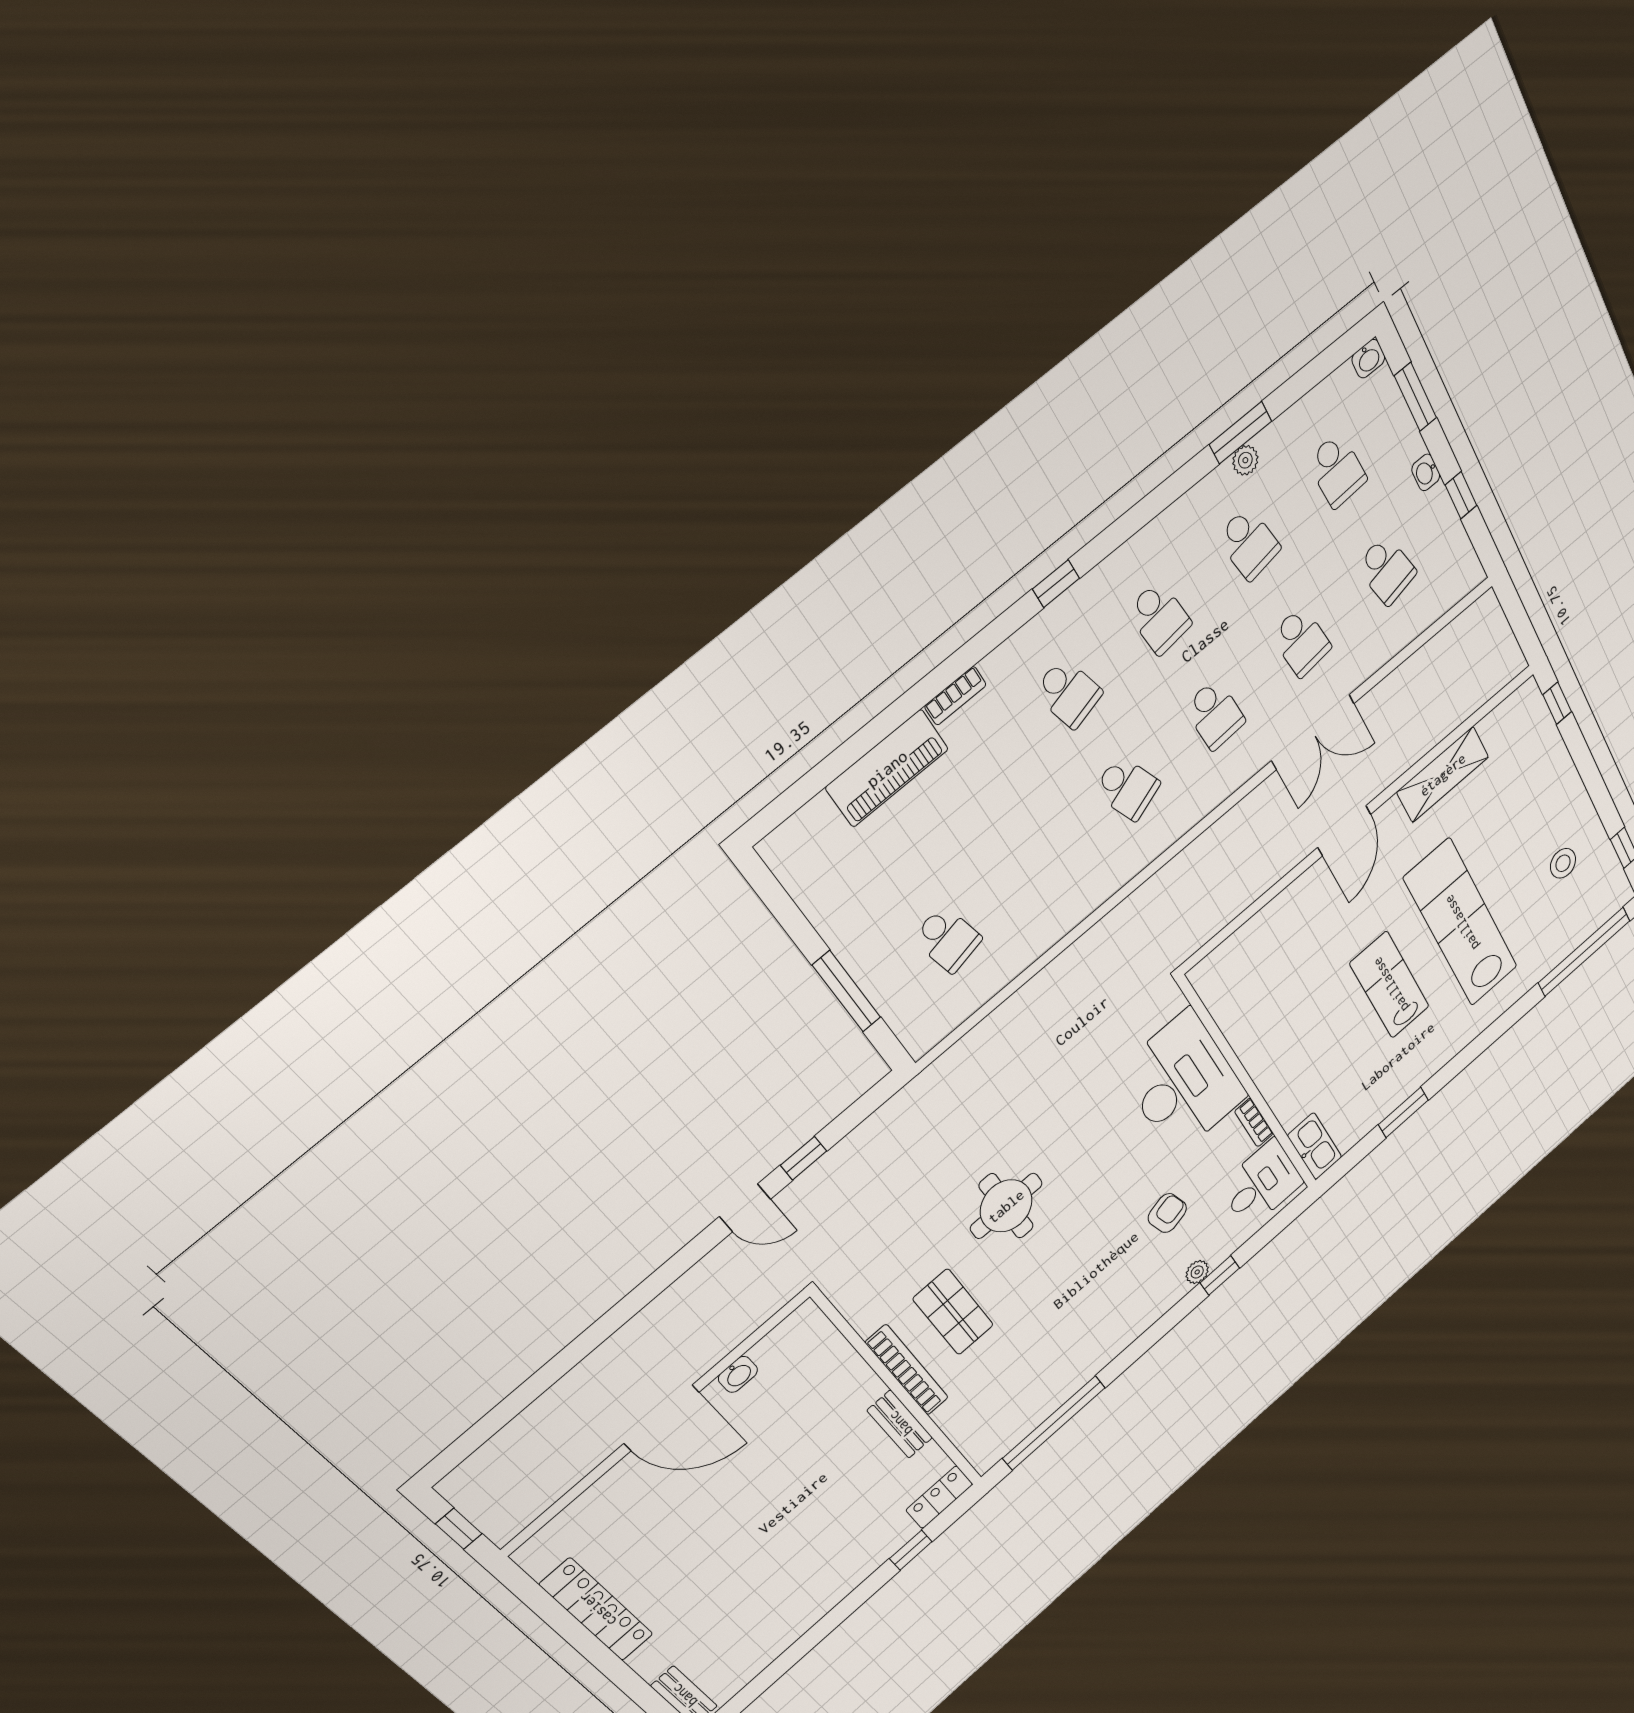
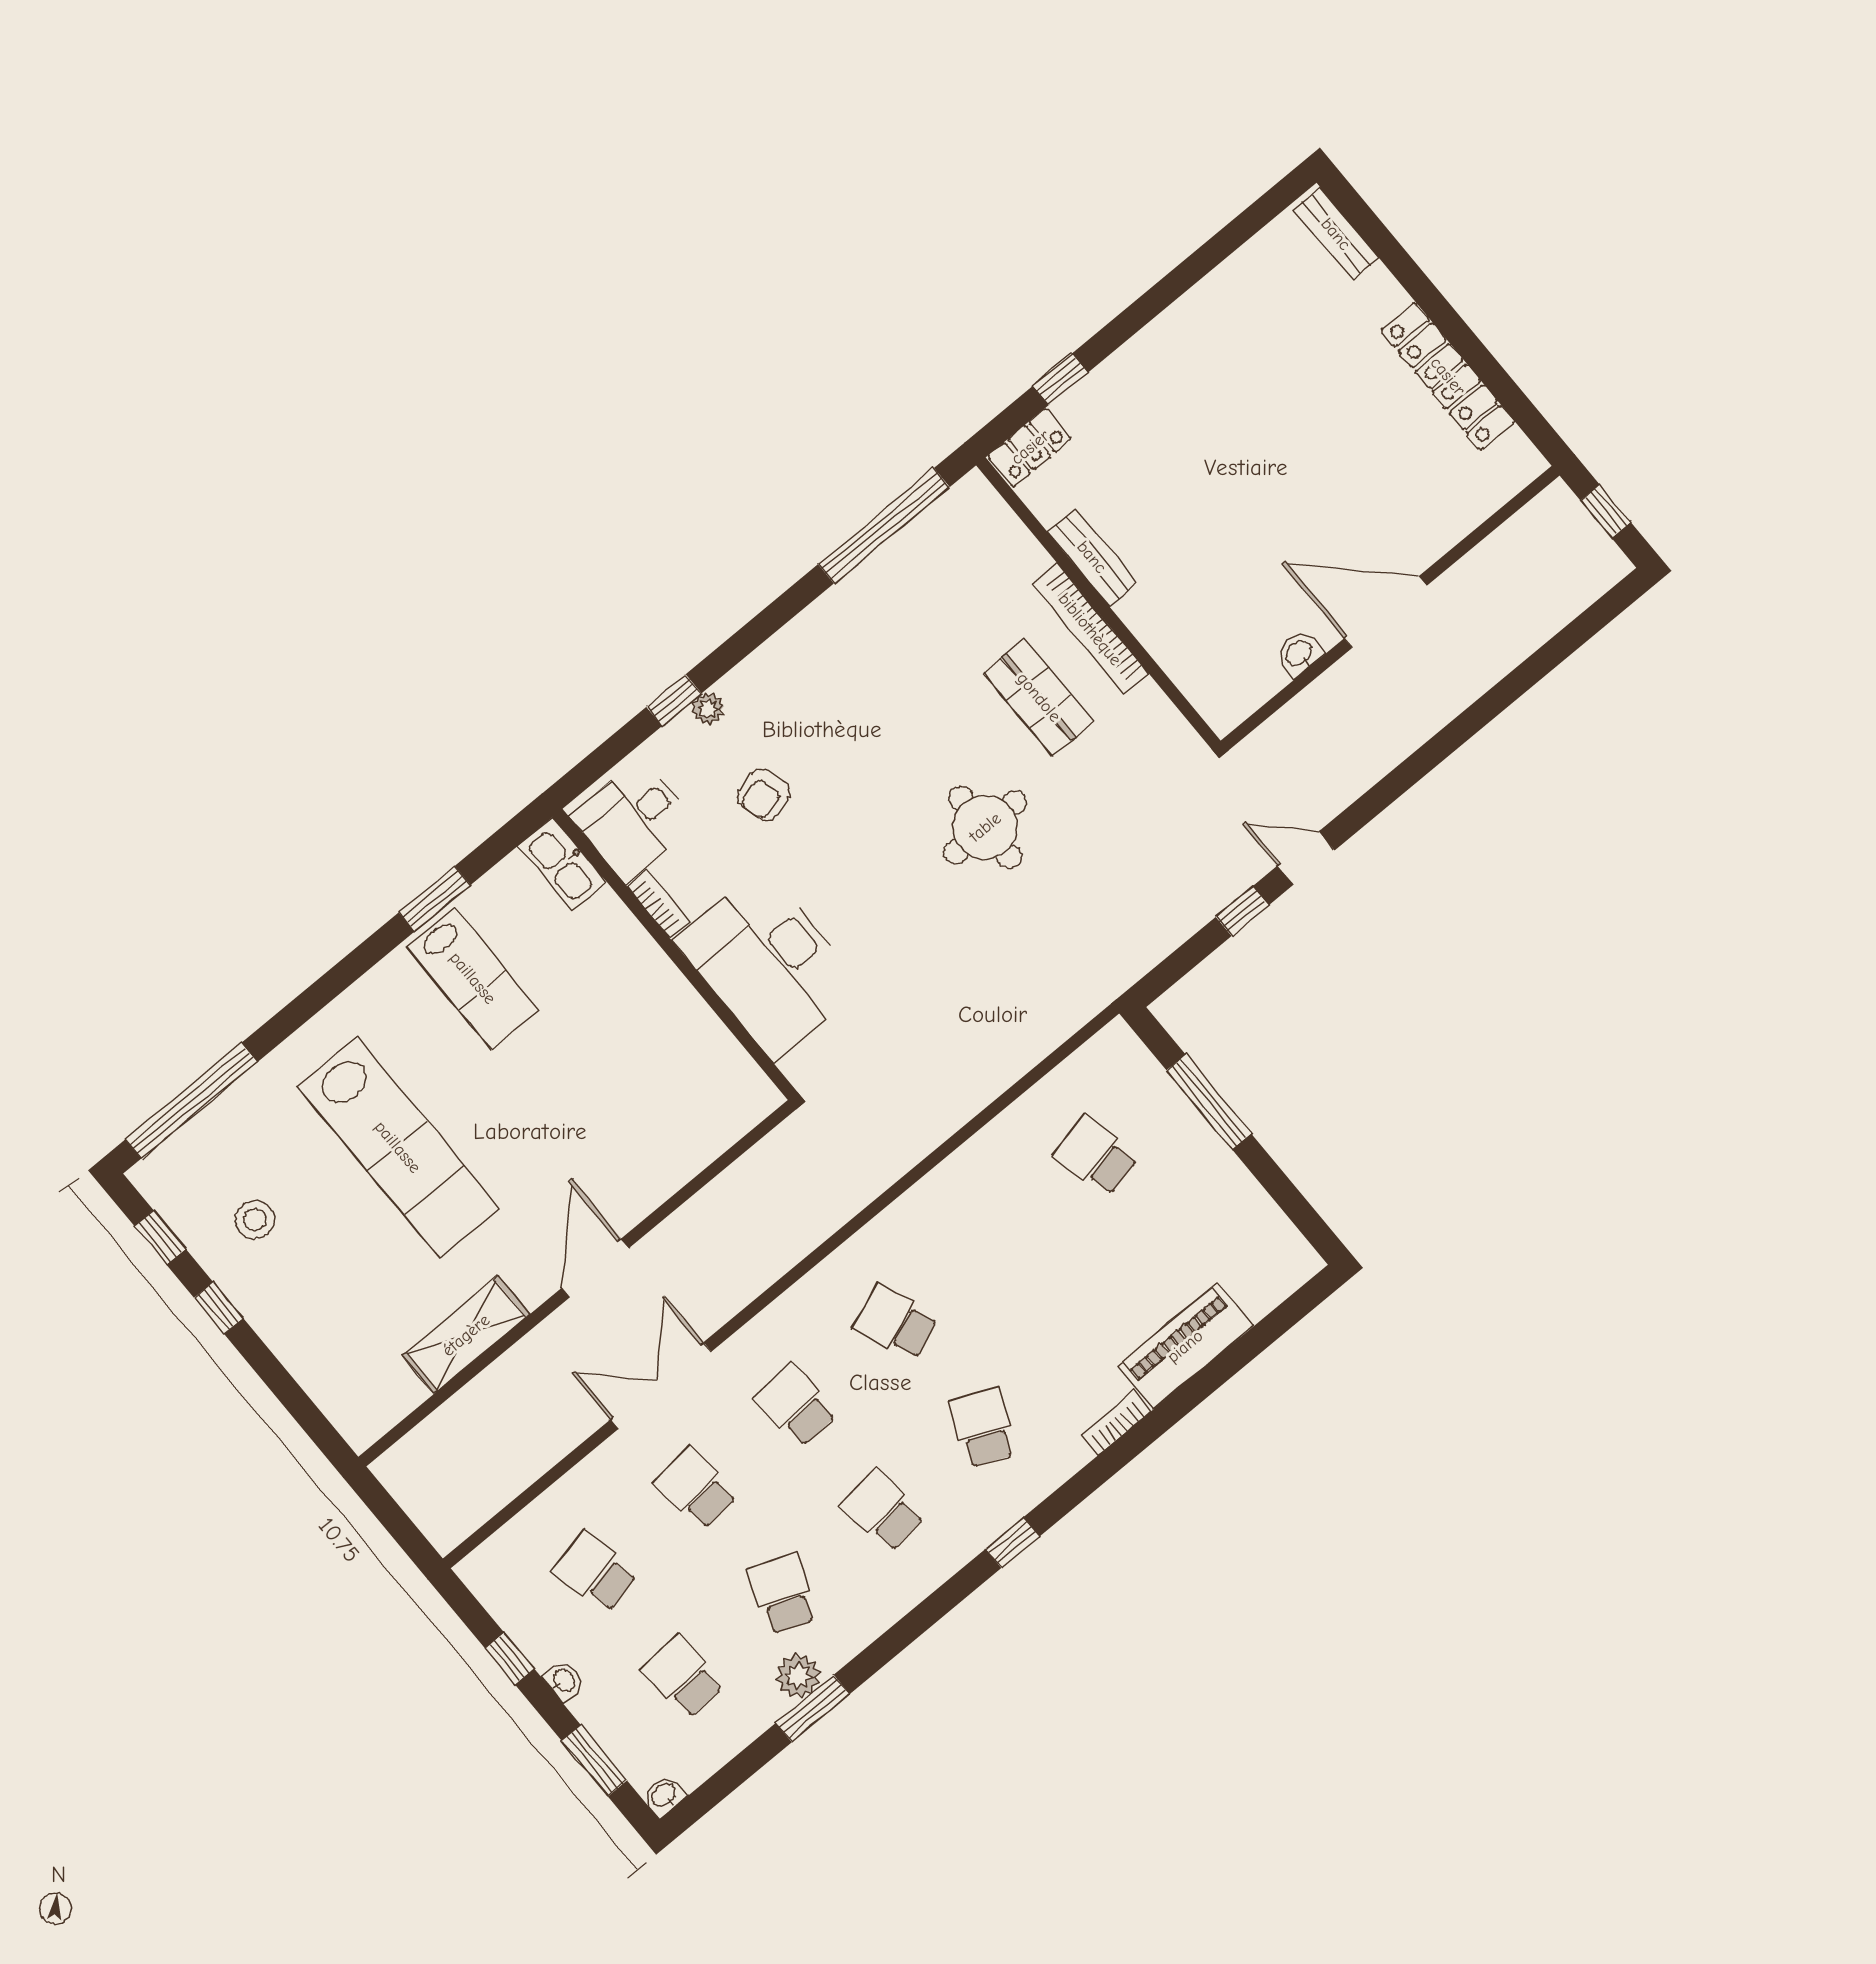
plant: (1245, 460) -> (798, 1676), width x1.38, depth x1.38
school desk: (1249, 543) -> (783, 1594), turned 30
school desk: (1068, 693) -> (983, 1427), turned 39
window: (1557, 703) -> (219, 1308), moved
lab bench: (1390, 985) -> (473, 978), moved

